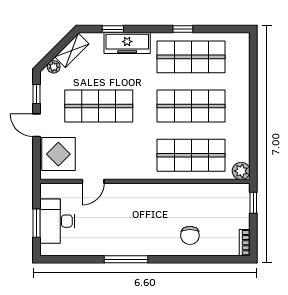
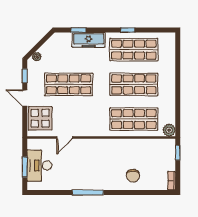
shelving: (72, 50) -> (50, 45), removed

